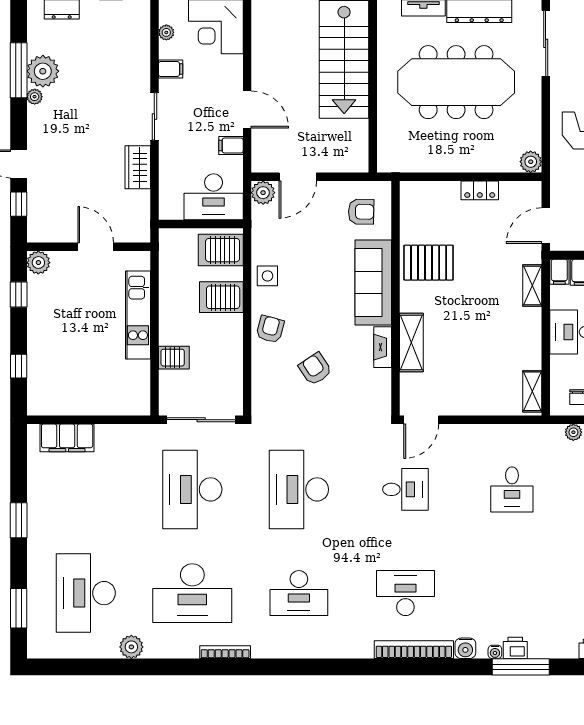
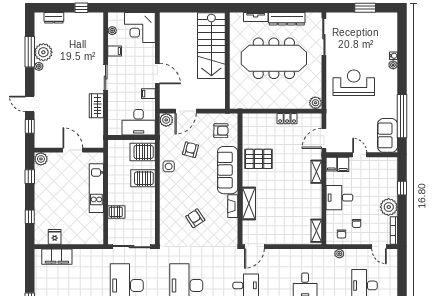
armchair: (270, 329) -> (191, 150), moved
fridge: (63, 402) -> (55, 237), added

